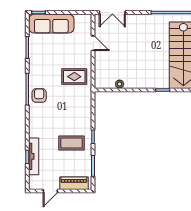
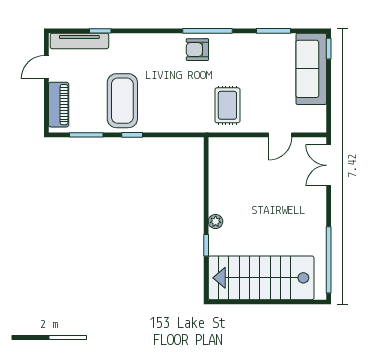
plant: (120, 84) -> (216, 221), moved
armchair: (39, 96) -> (197, 50), turned 180
coffee table: (71, 143) -> (122, 101), width x1.36, depth x1.32
tv unit: (34, 156) -> (79, 41), moved
door: (50, 191) -> (46, 67), hinge flipped

